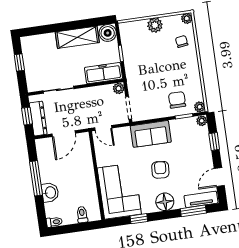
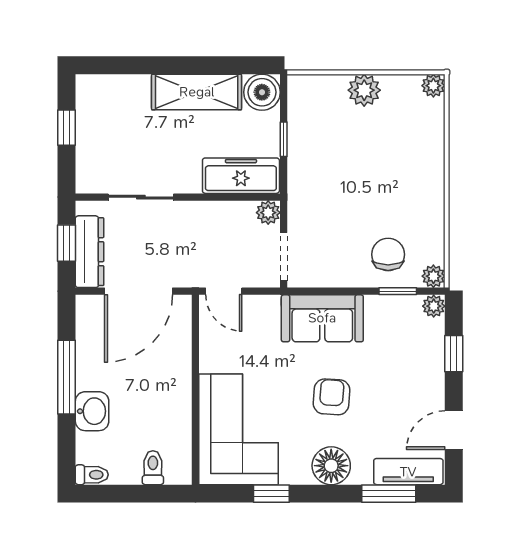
chair: (182, 41) -> (416, 133), removed
door: (64, 134) -> (139, 291), width x1.36

